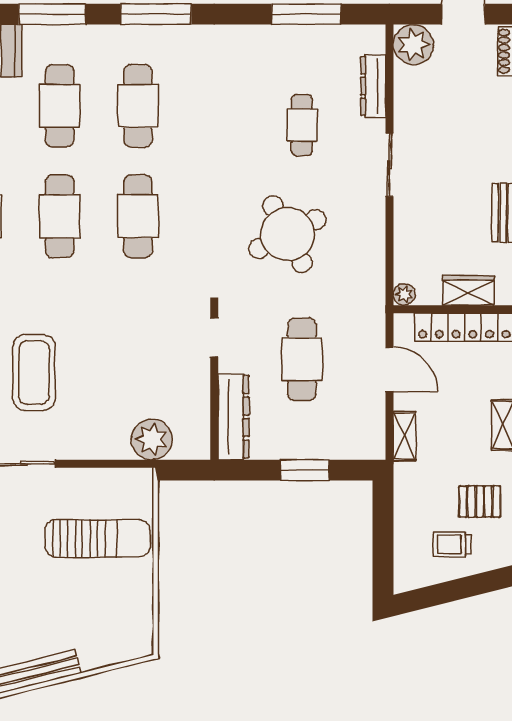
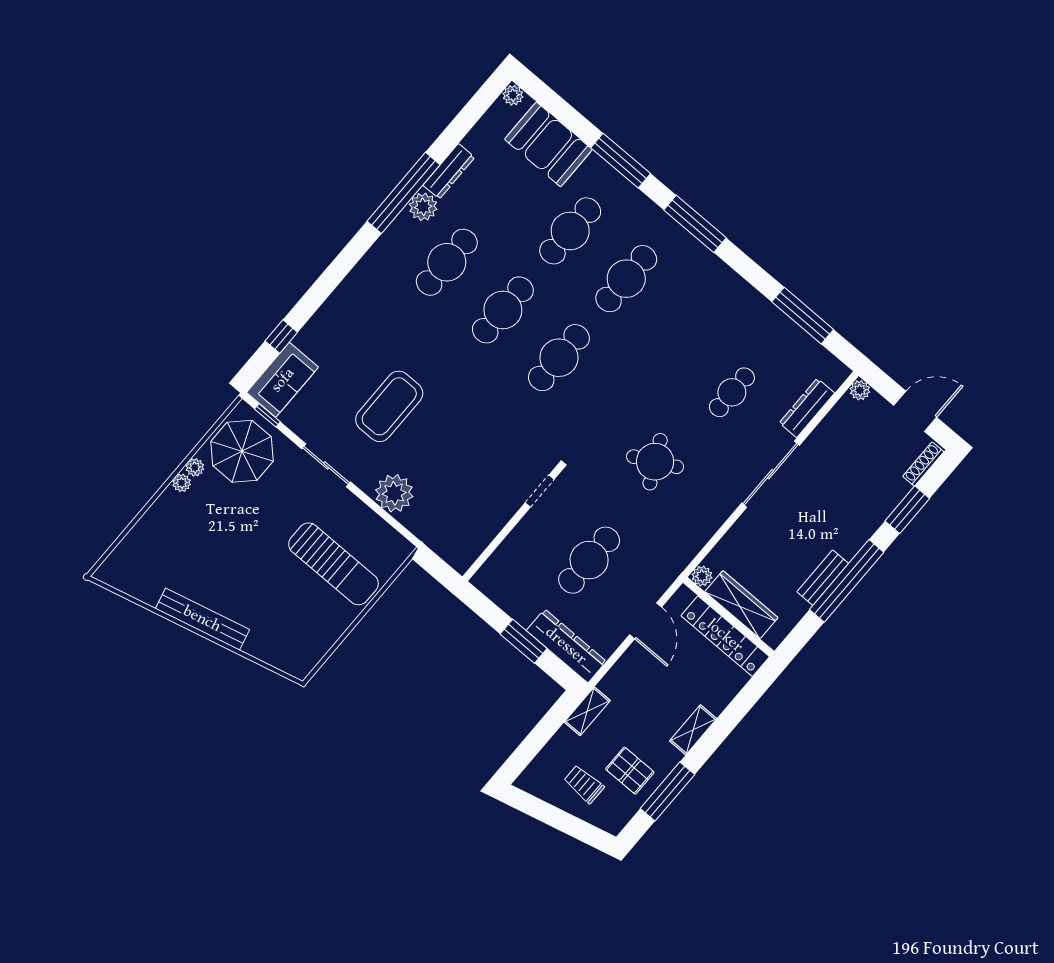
plant: (413, 45) -> (860, 390), width x0.53, depth x0.53
sliding door: (389, 165) -> (770, 474), width x1.37
round table: (287, 234) -> (655, 462), width x0.73, depth x0.73
wardrobe: (469, 290) -> (741, 605), width x1.50
dresser: (233, 417) -> (566, 646), moved, turned -90
shelving: (404, 436) -> (587, 711), moved
plant: (152, 439) -> (394, 493), moved

